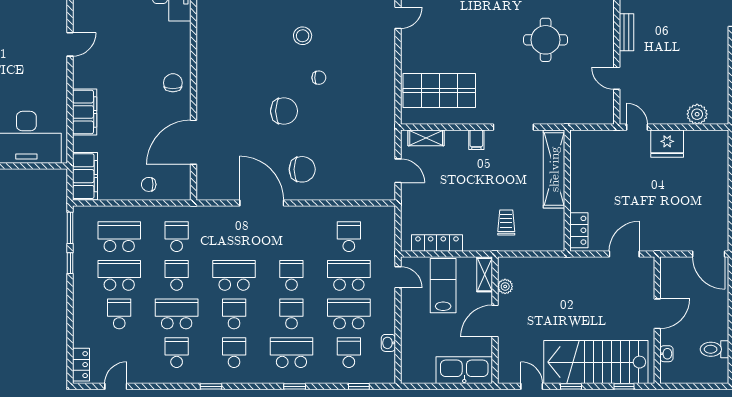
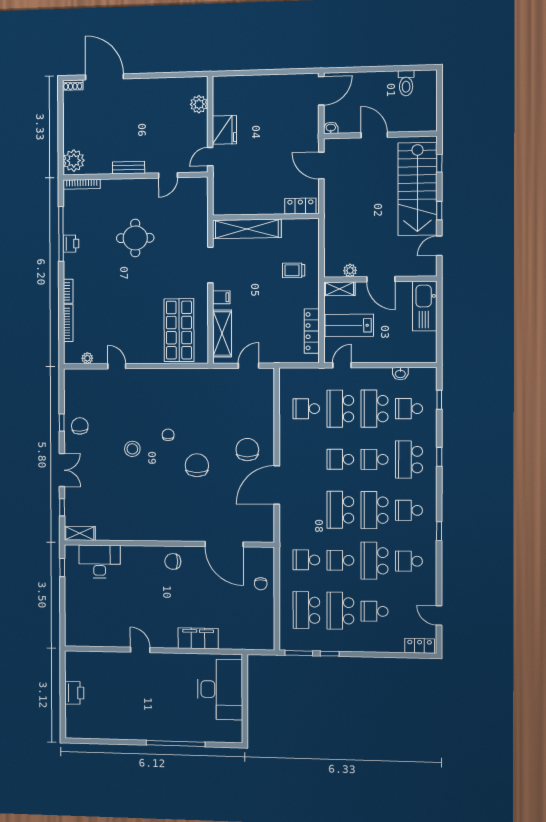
shelving: (426, 138) -> (222, 333), width x1.50, depth x1.33
filing cabinet: (85, 176) -> (254, 639), removed
school desk: (234, 314) -> (375, 510), width x1.85
washbasin: (666, 354) -> (331, 128), moved

